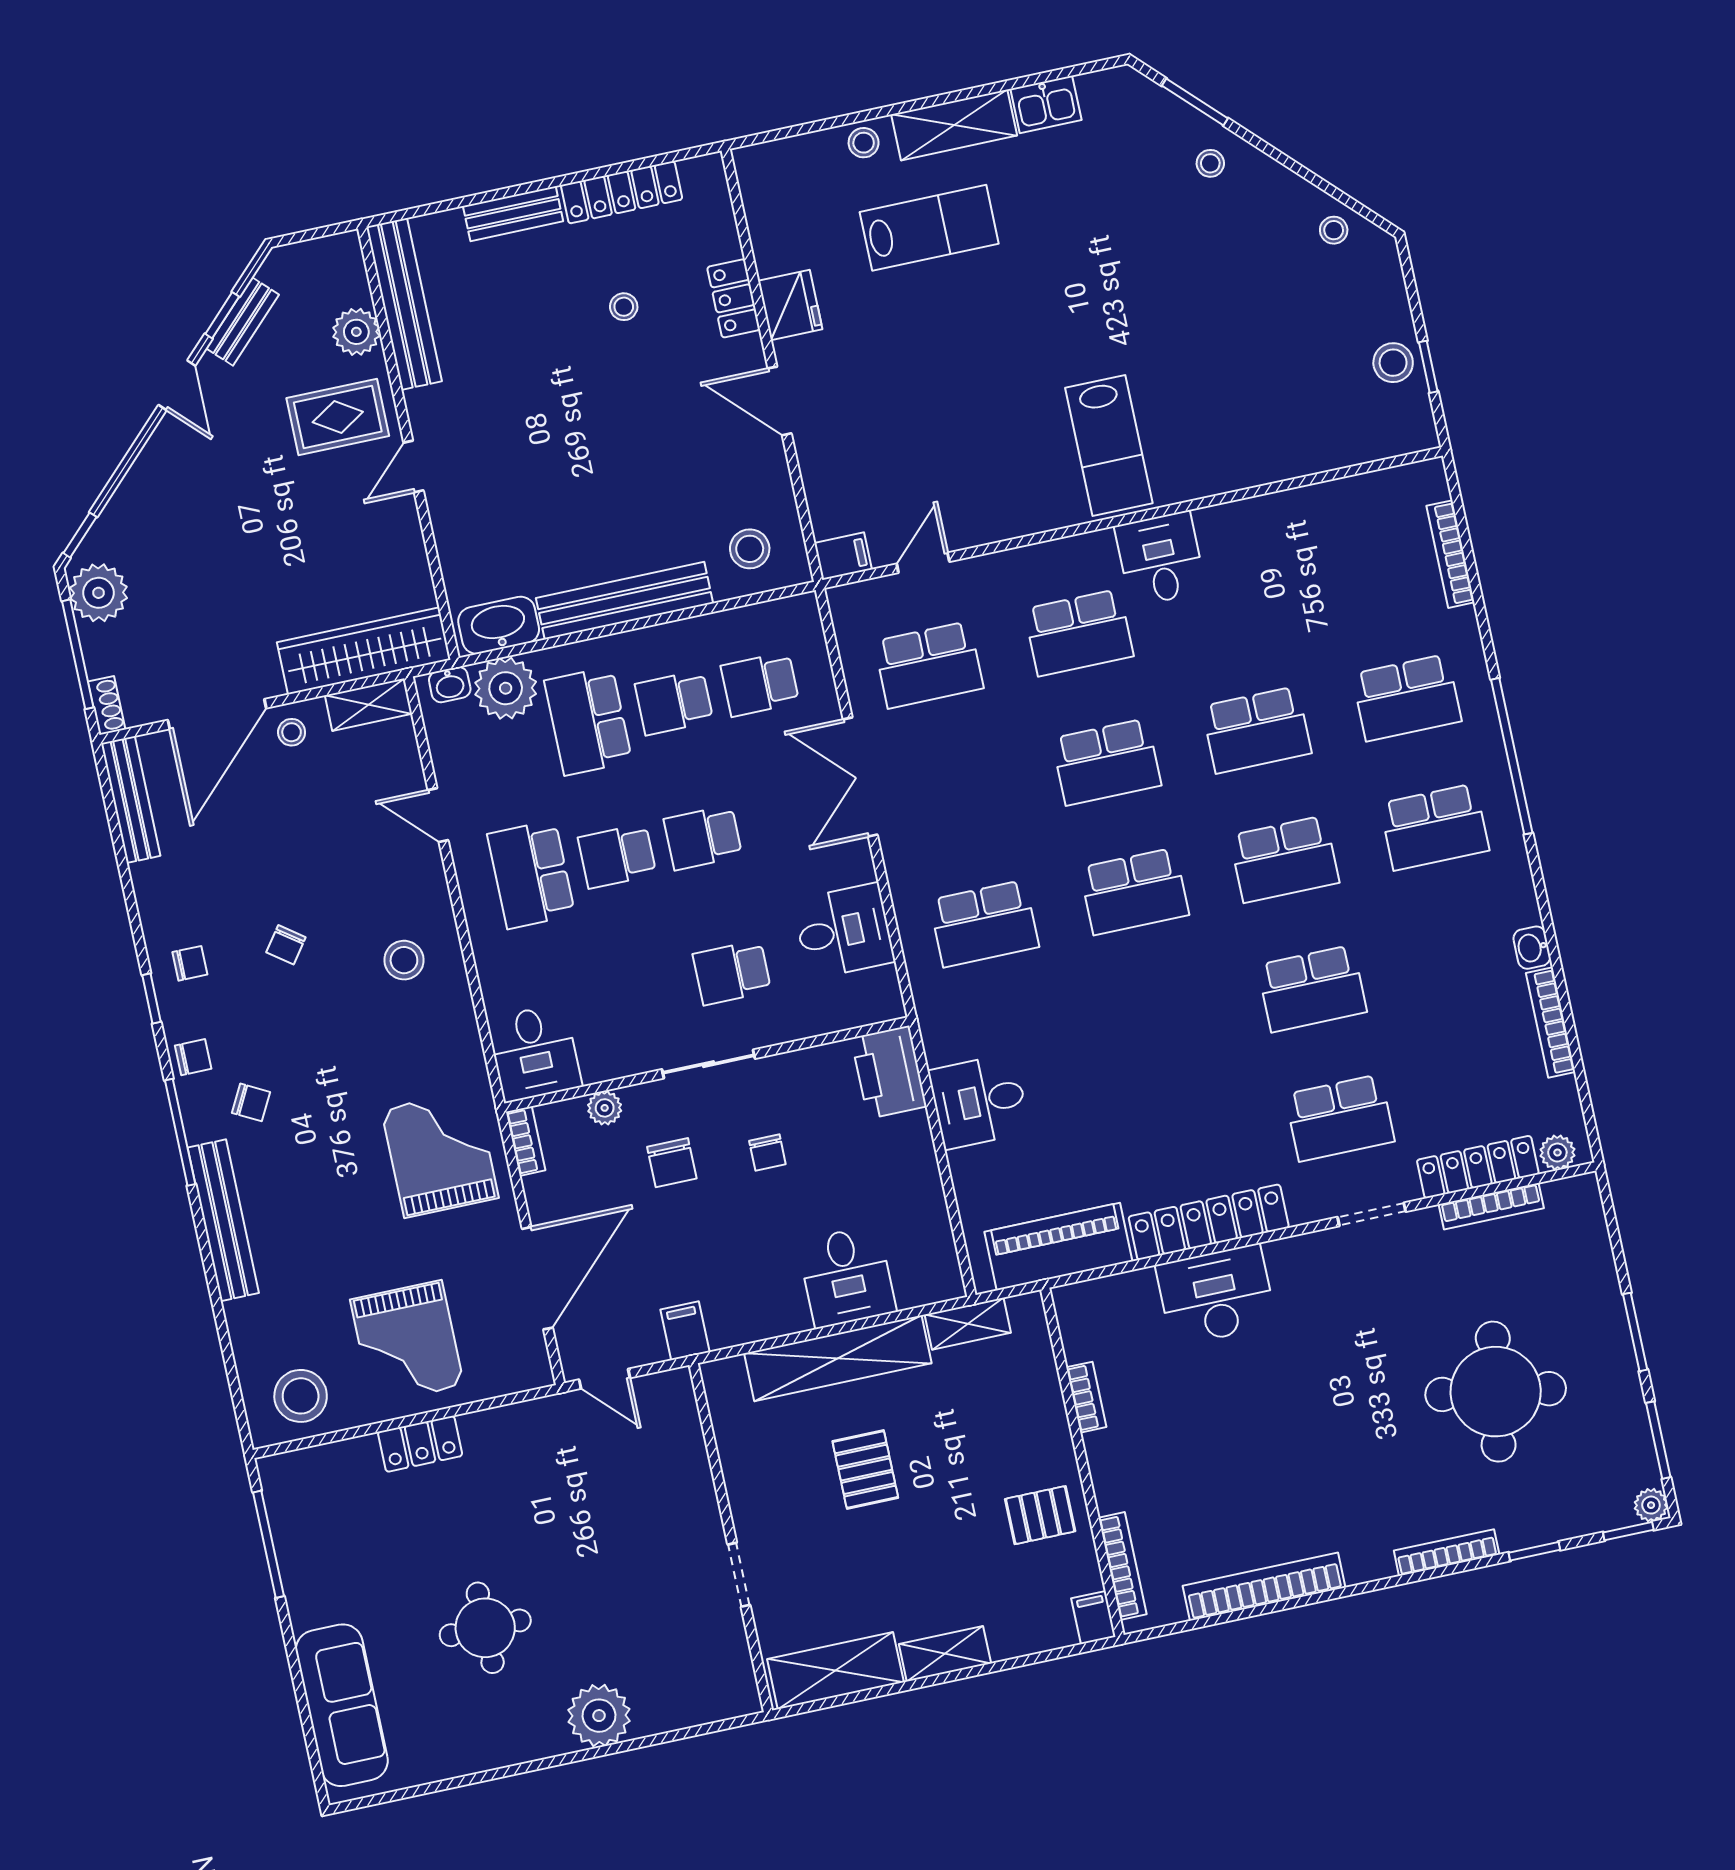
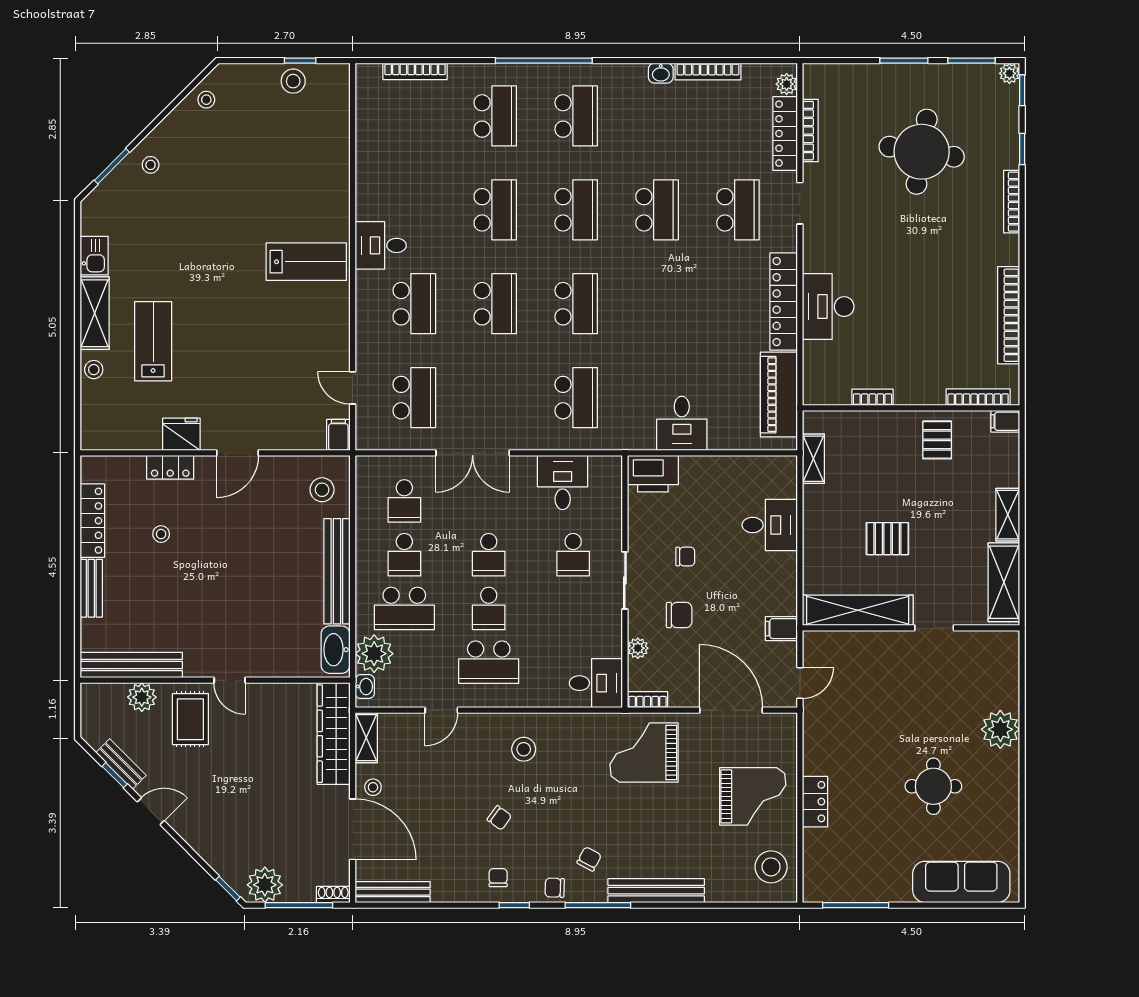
chair: (193, 1057) -> (555, 888), turned -88
shelving: (838, 1358) -> (858, 610), moved, turned 90

